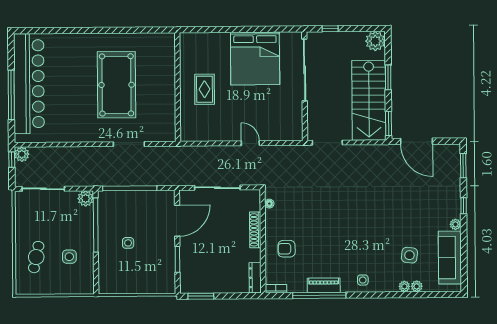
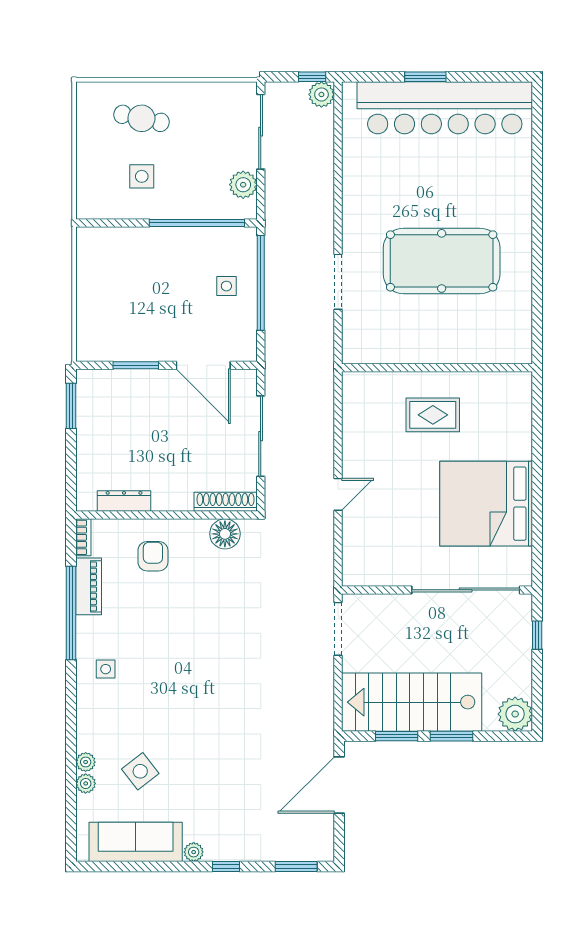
window: (11, 95) -> (425, 77), width x0.47
window: (388, 124) -> (397, 736), moved
plant: (86, 199) -> (243, 185), moved
floor lamp: (269, 204) -> (225, 534), width x1.89, depth x1.89
shoe rack: (255, 230) -> (226, 502), moved
side table: (128, 243) -> (226, 286), moved
side table: (409, 255) -> (140, 771), turned 45
dresser: (255, 278) -> (124, 501), moved
side table: (363, 280) -> (106, 669), moved
piano: (324, 285) -> (89, 586), moved

